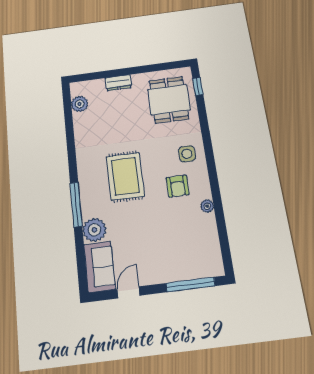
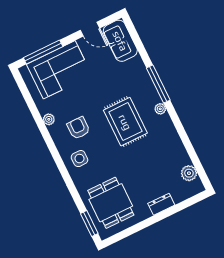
window: (198, 86) -> (89, 224), width x1.50
plant: (94, 230) -> (160, 109), moved, width x0.53, depth x0.53
corner sofa: (178, 257) -> (59, 70), added
door: (129, 292) -> (90, 29), hinge flipped

